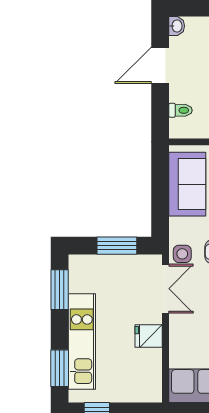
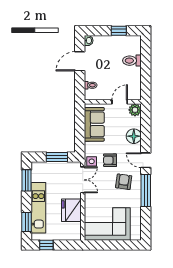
fridge: (149, 336) -> (71, 210), width x1.88, depth x1.34

